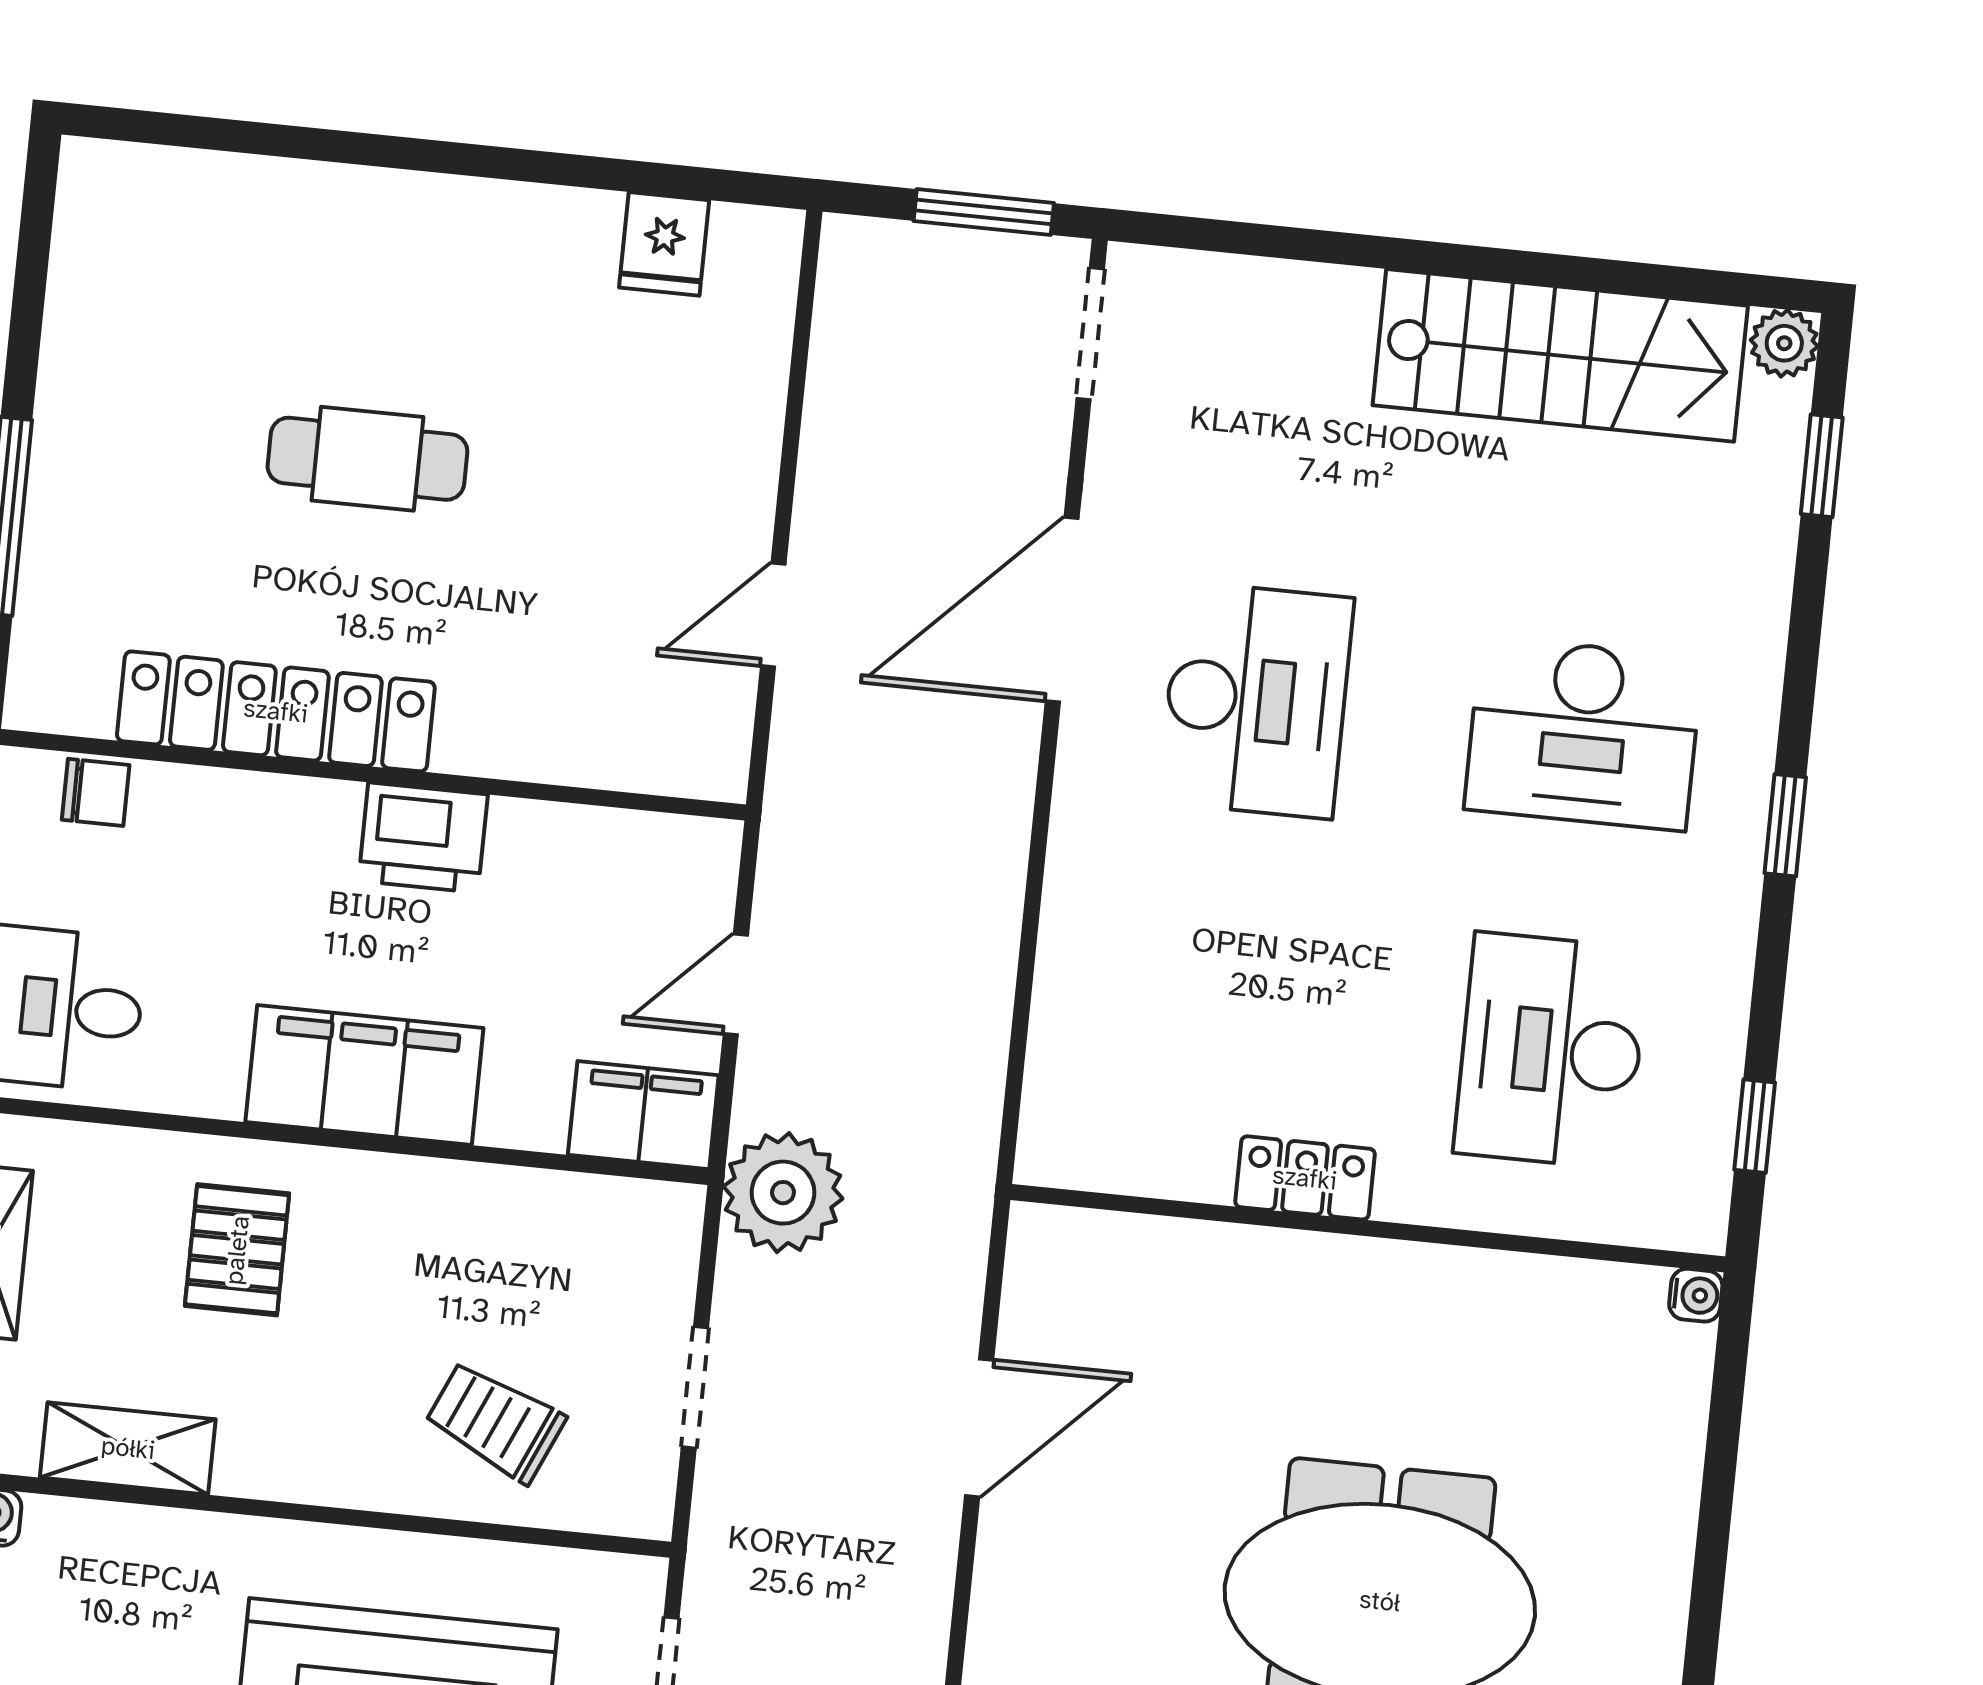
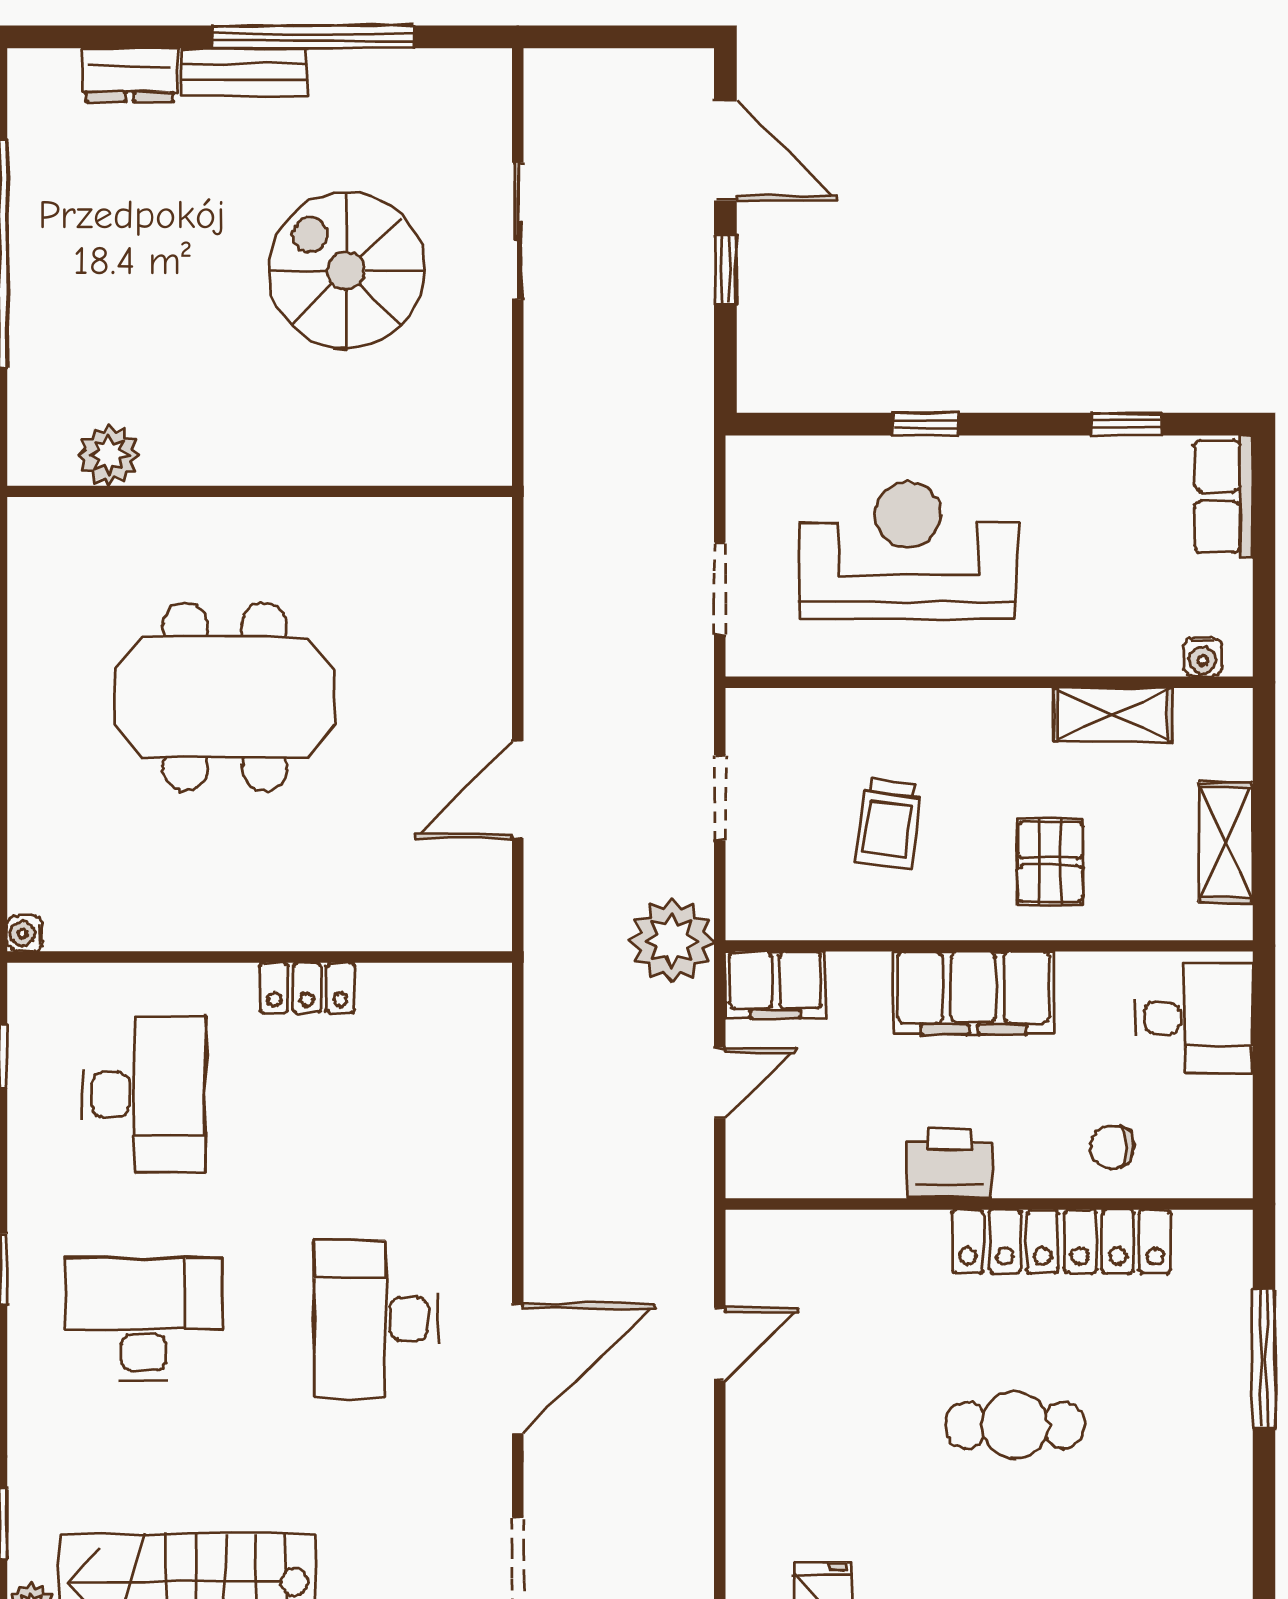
chair: (96, 792) -> (1112, 1147), moved
trolley: (495, 1422) -> (888, 824), moved, turned 73

